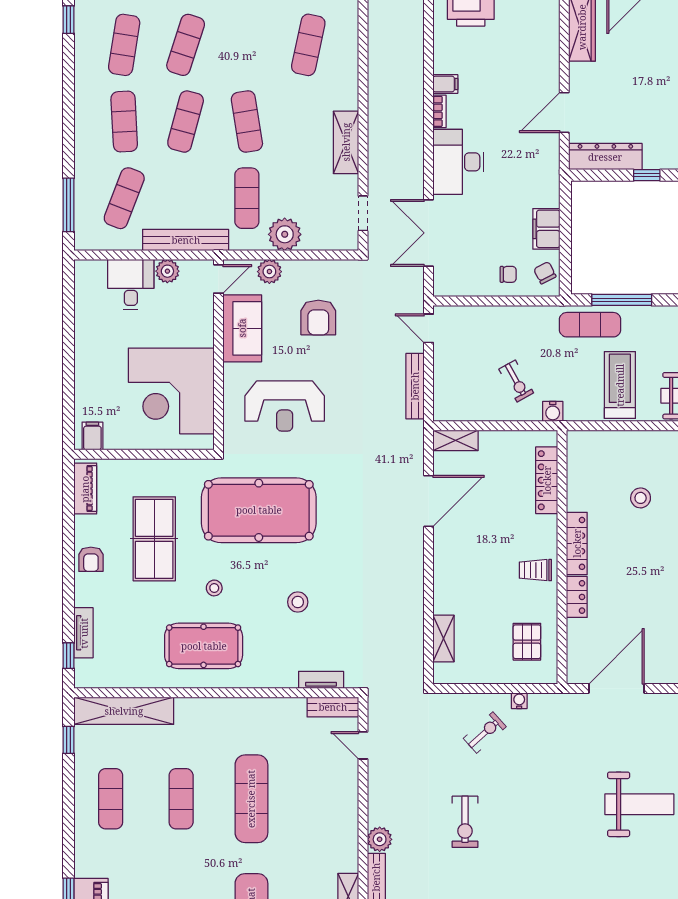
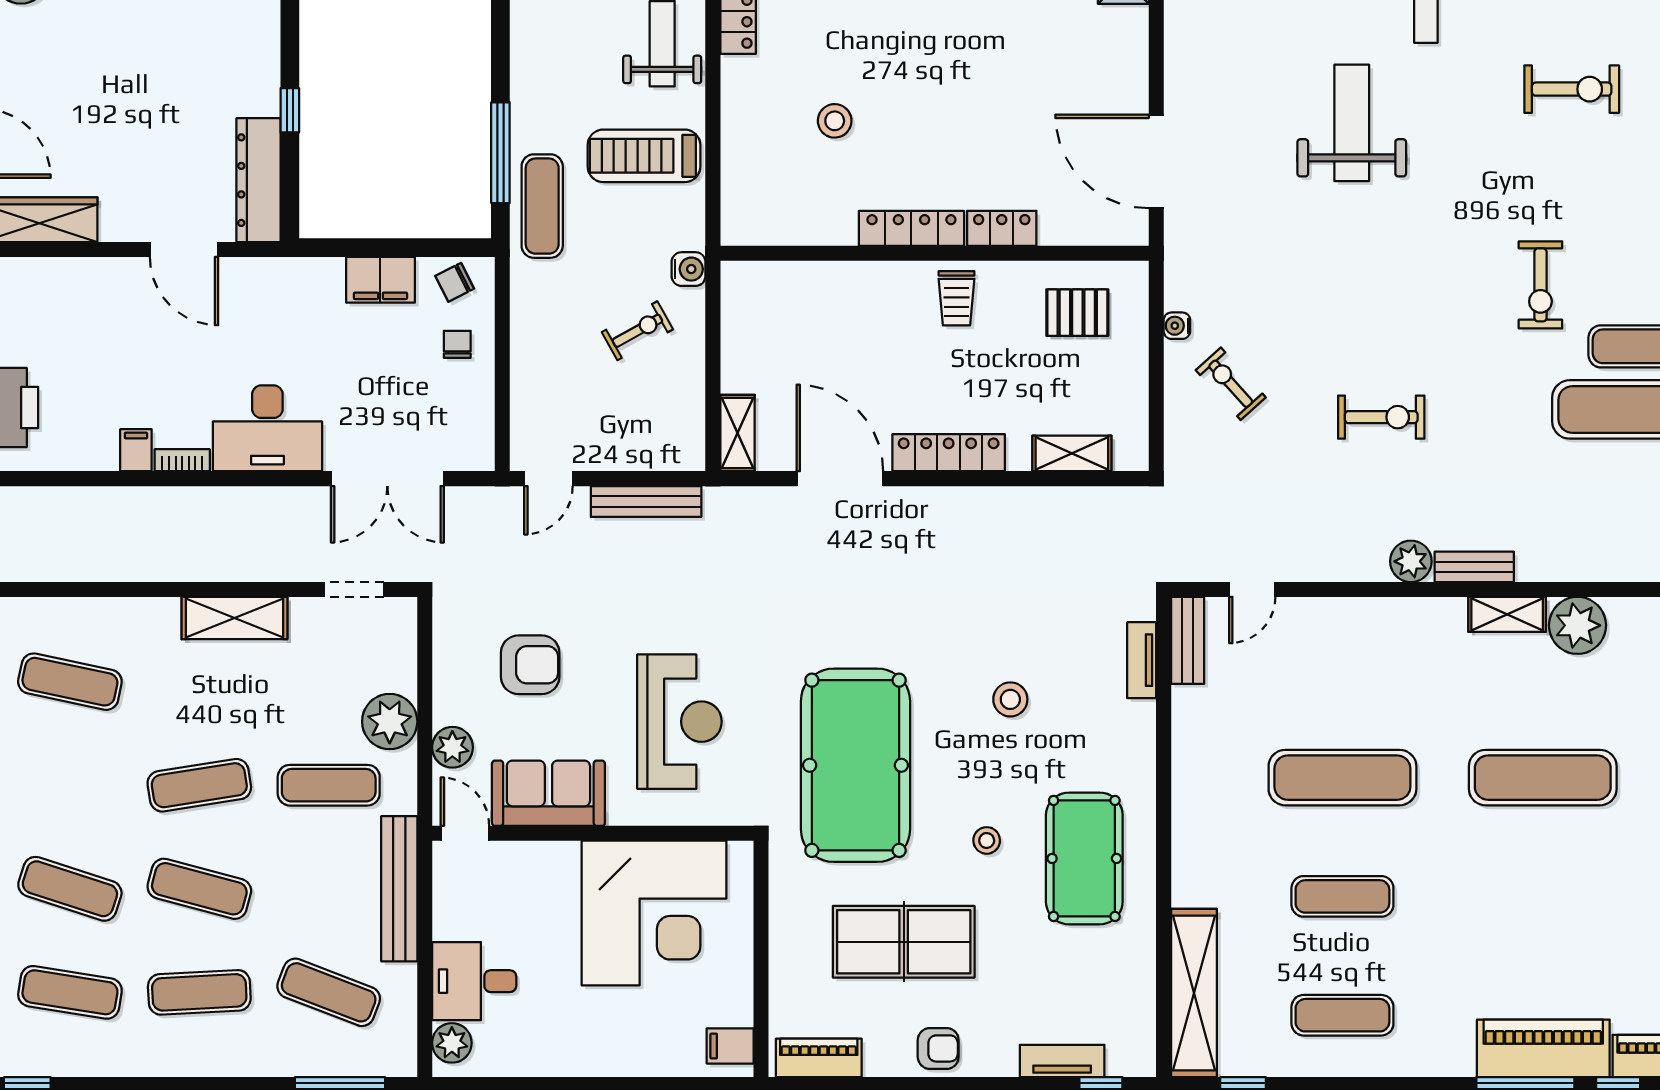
plant: (167, 271) -> (452, 1043), moved
locker: (547, 480) -> (949, 453), moved, turned 180

